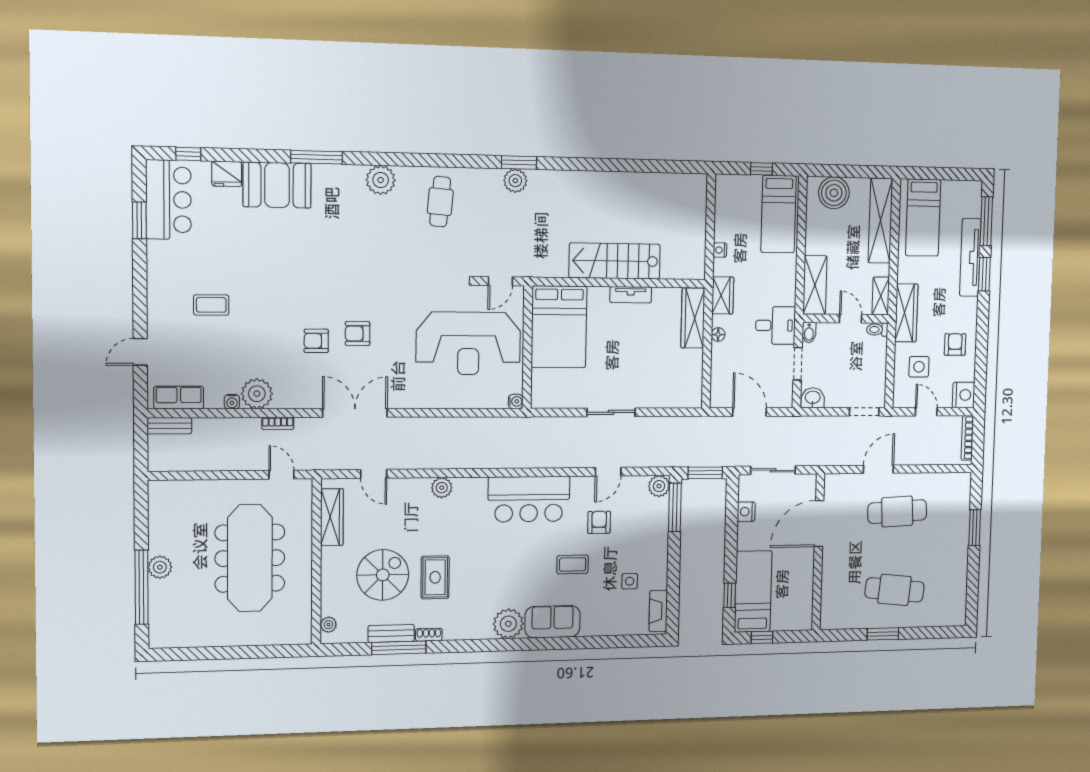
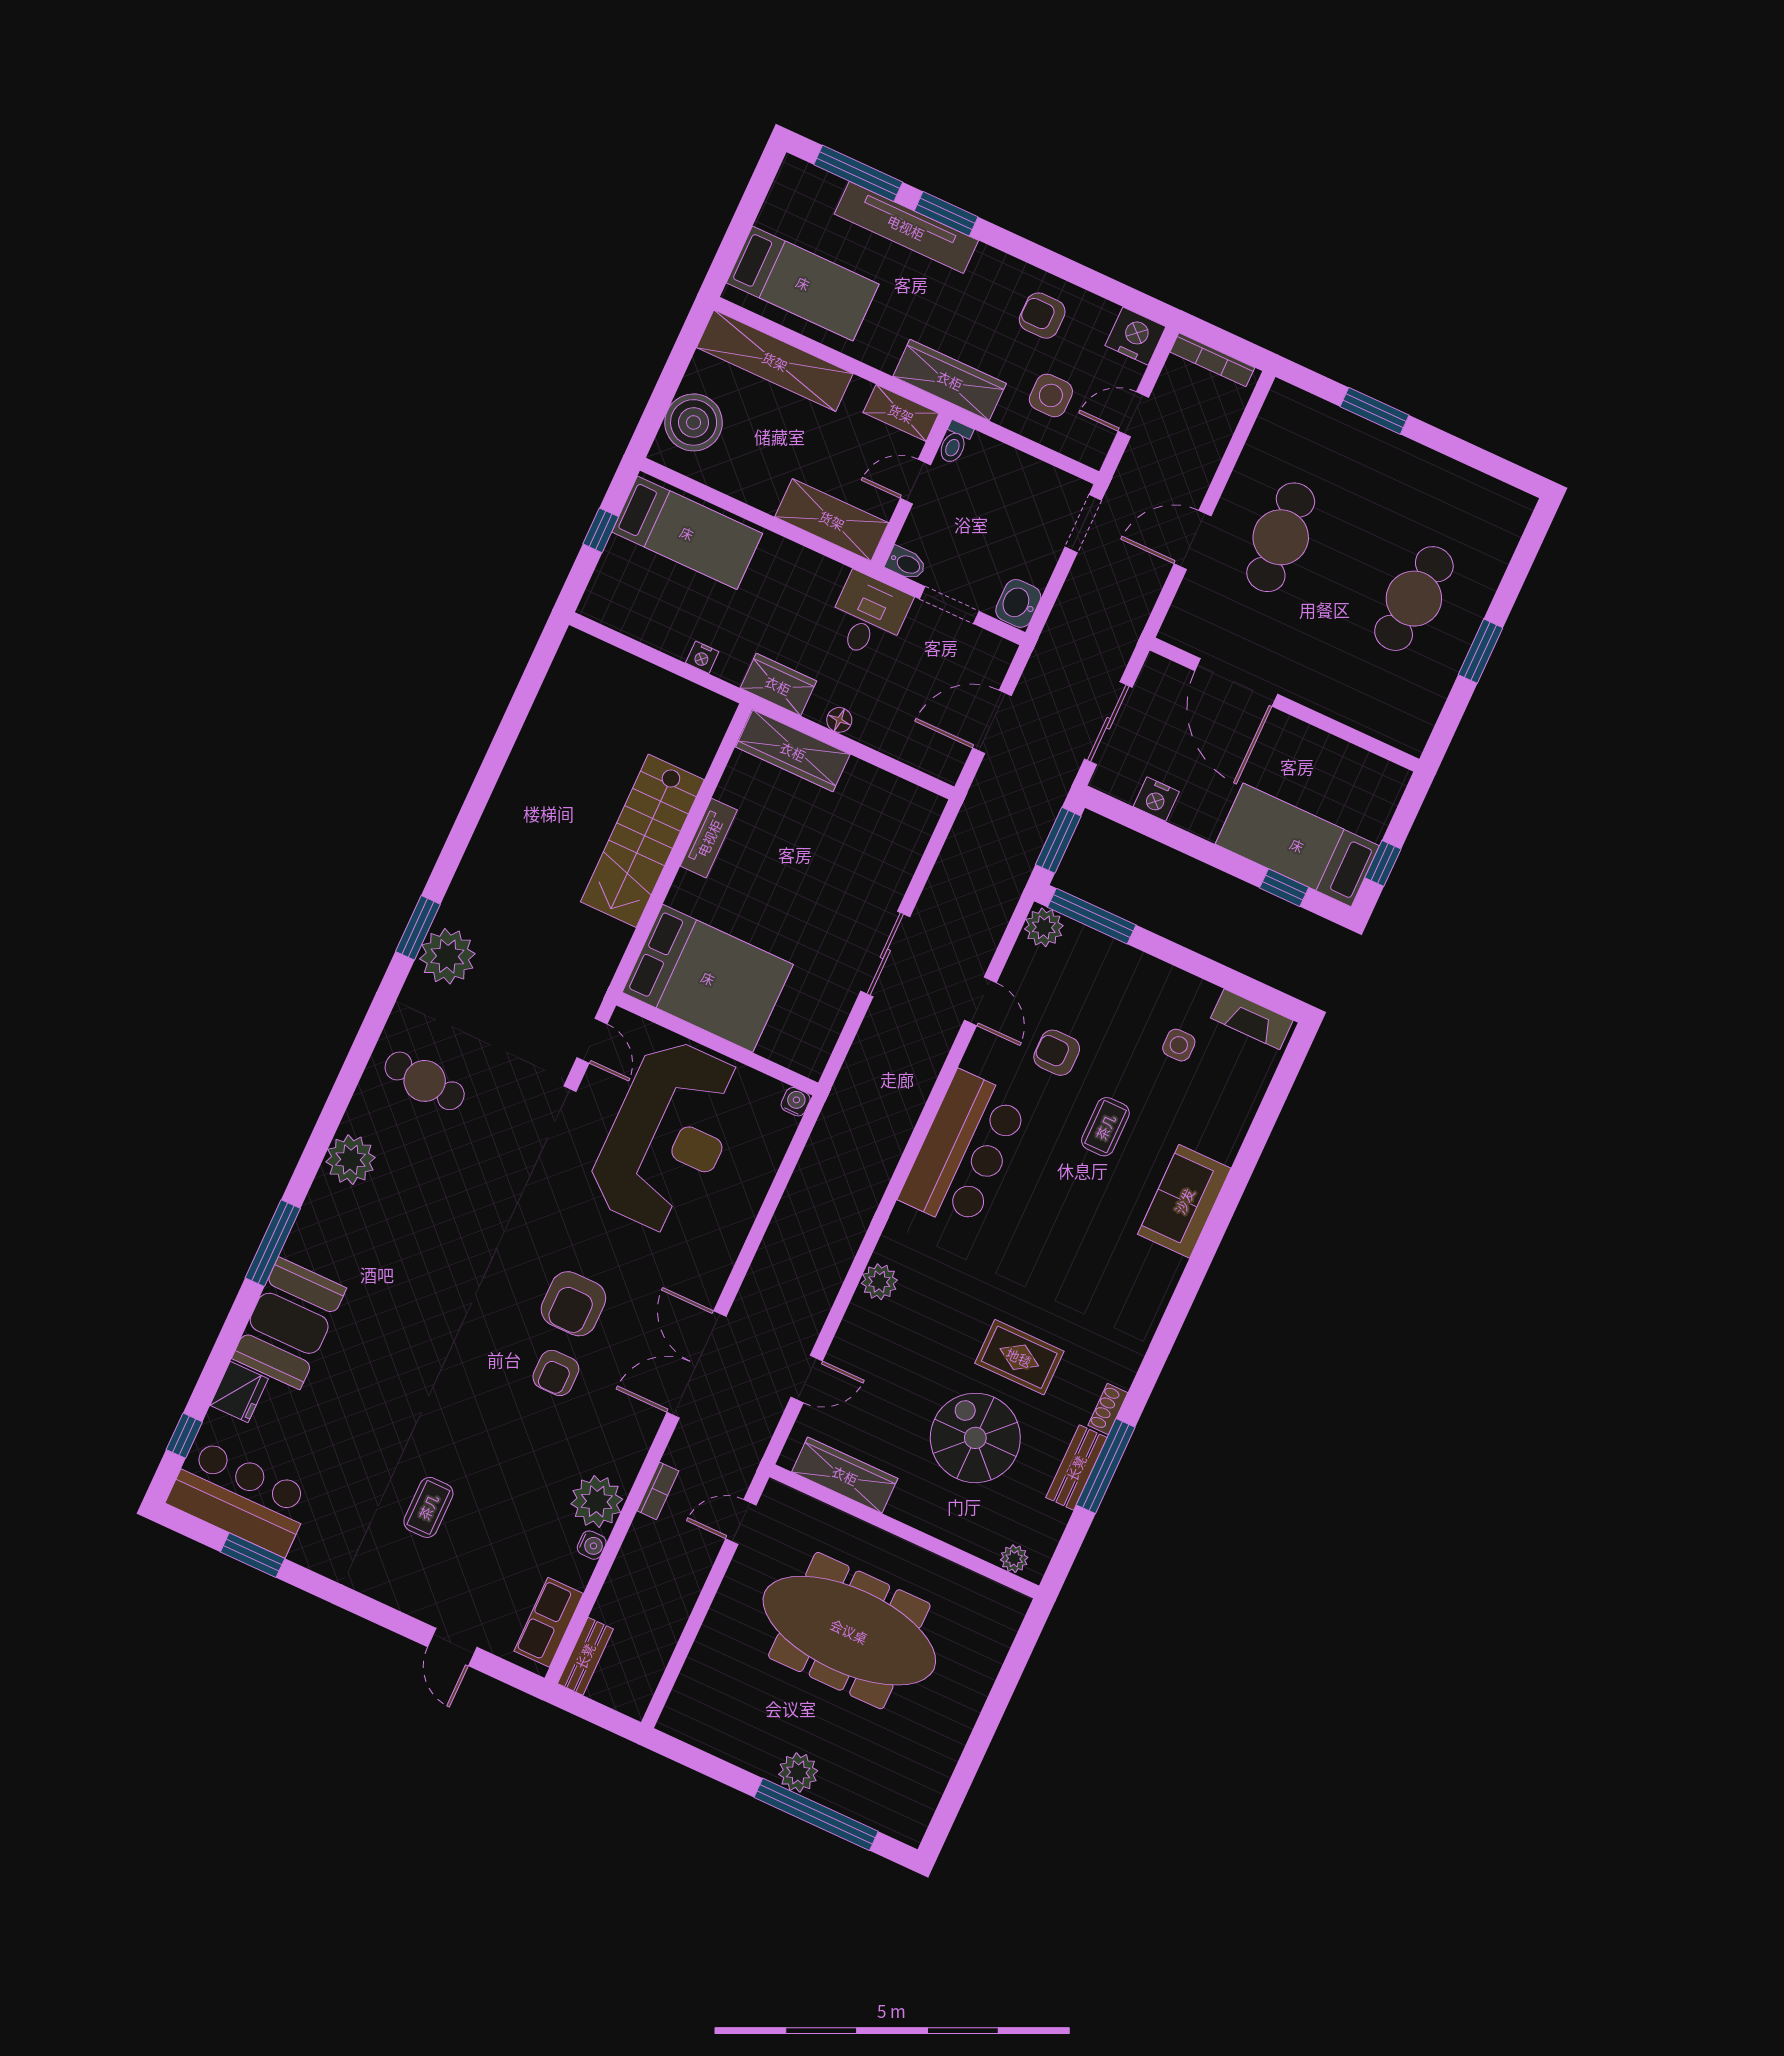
plant: (515, 181) -> (447, 956), width x1.36, depth x1.36
armchair: (358, 334) -> (573, 1304), width x1.38, depth x1.38
door: (878, 469) -> (1193, 540), hinge flipped
plant: (508, 624) -> (1152, 1274), removed

